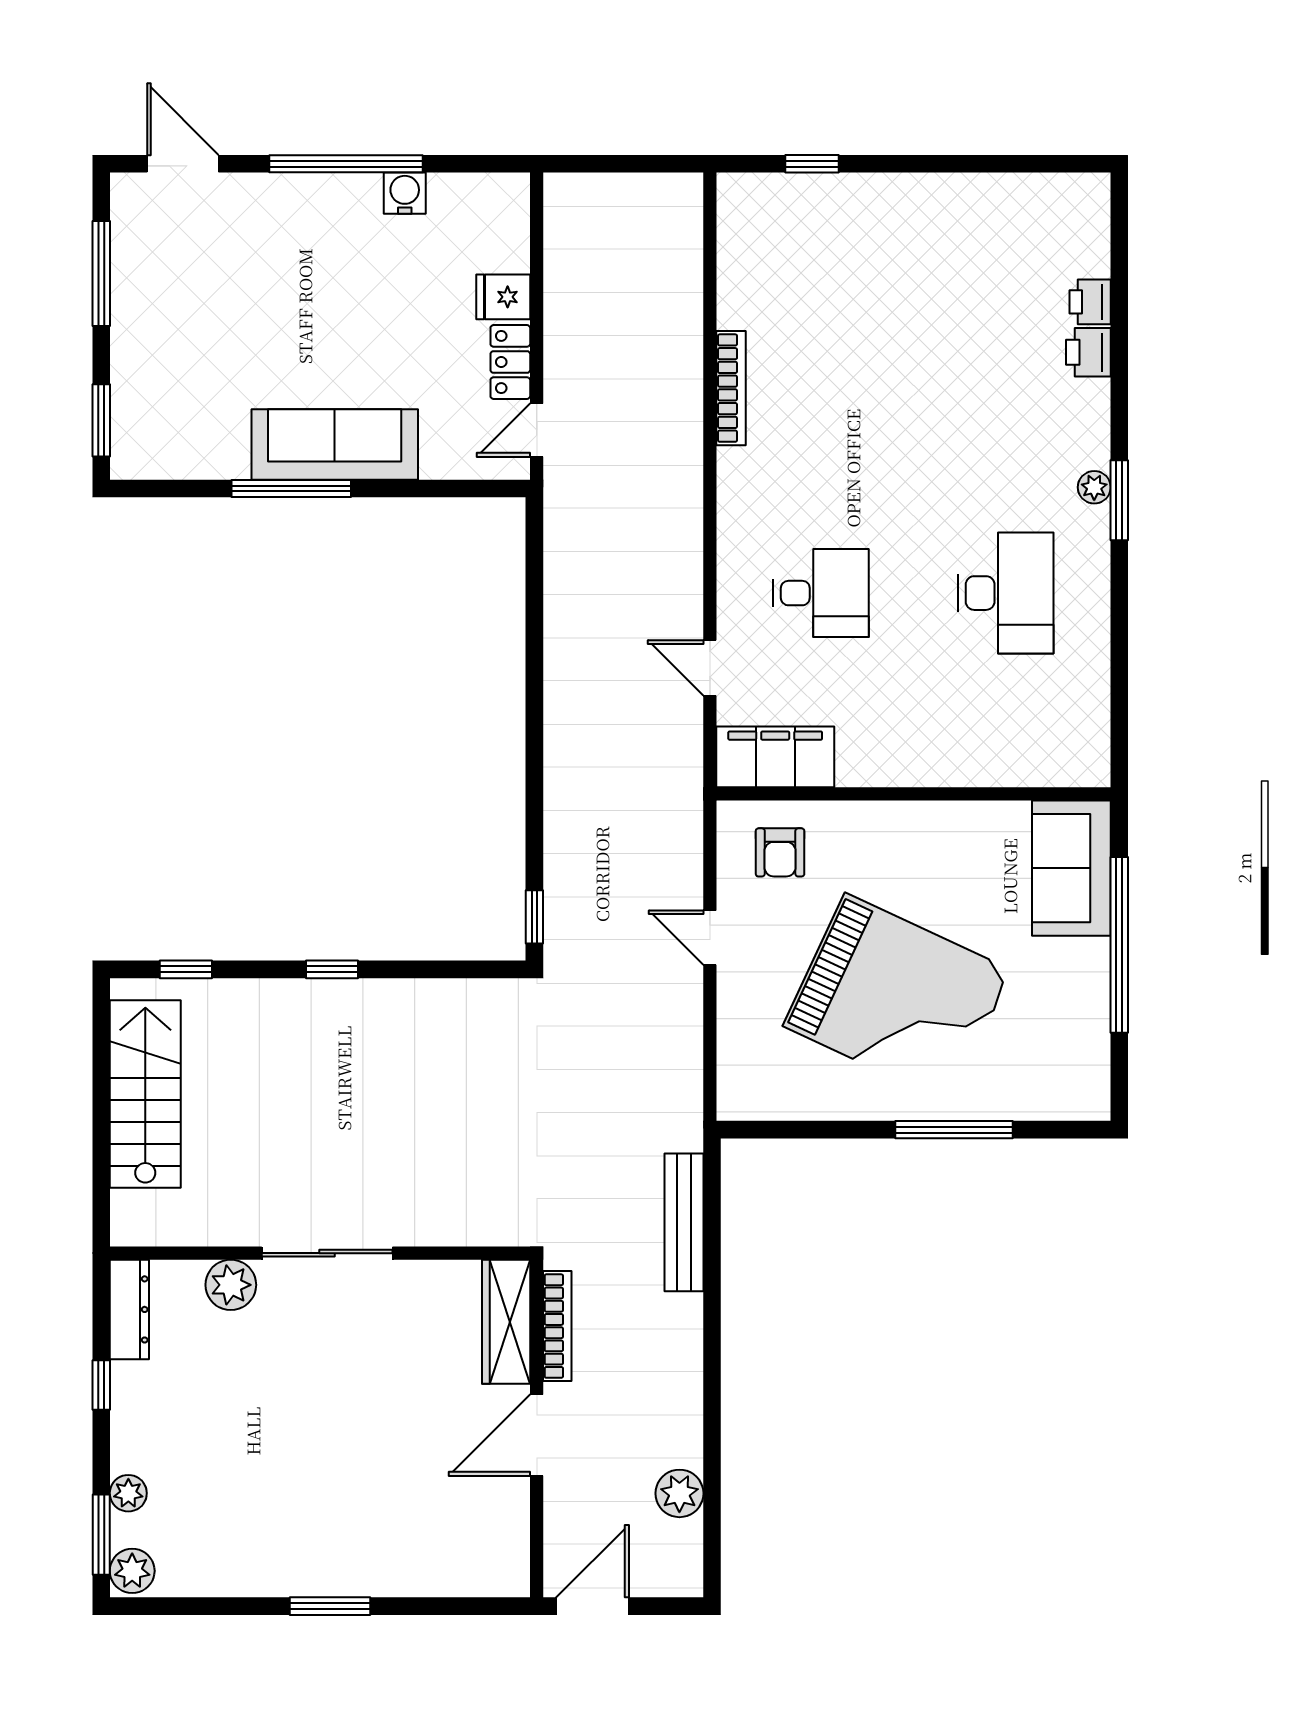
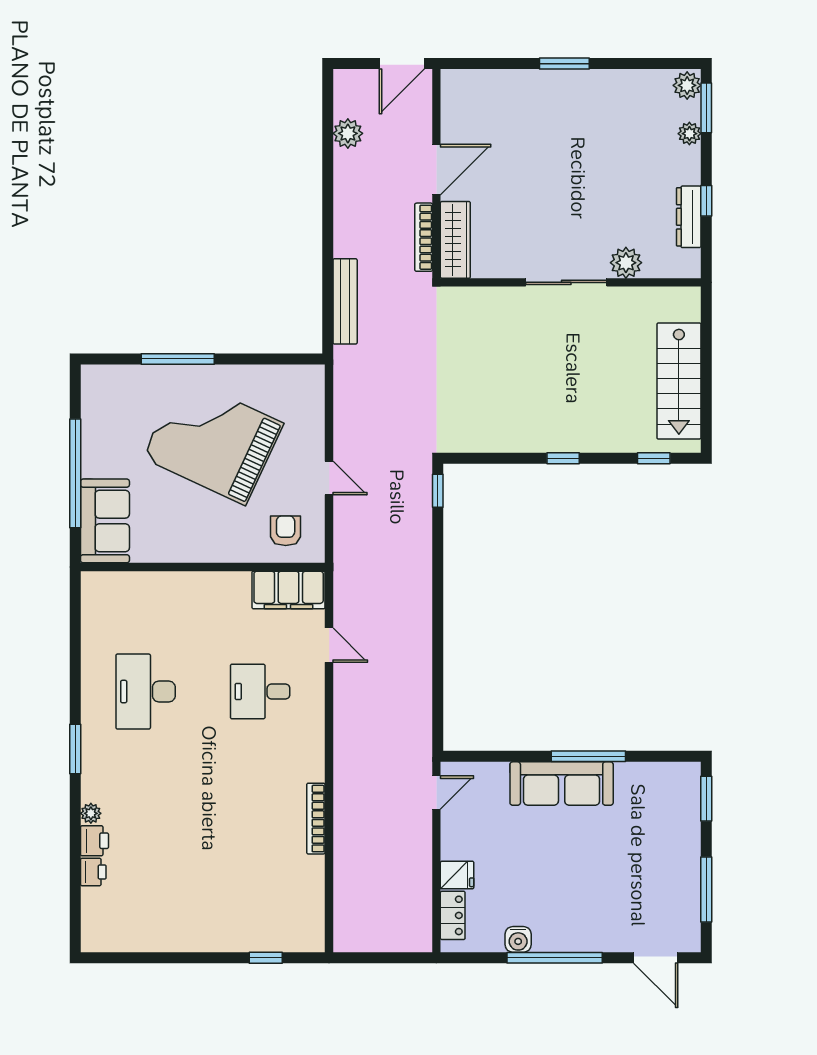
locker: (510, 362) -> (453, 915), moved
plant: (1094, 487) -> (91, 813), moved
dresser: (129, 1309) -> (689, 217), moved

